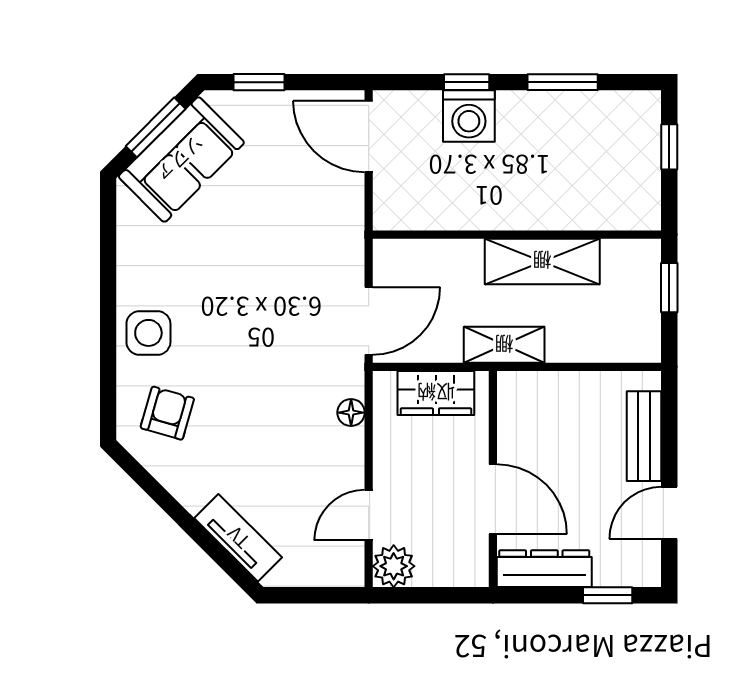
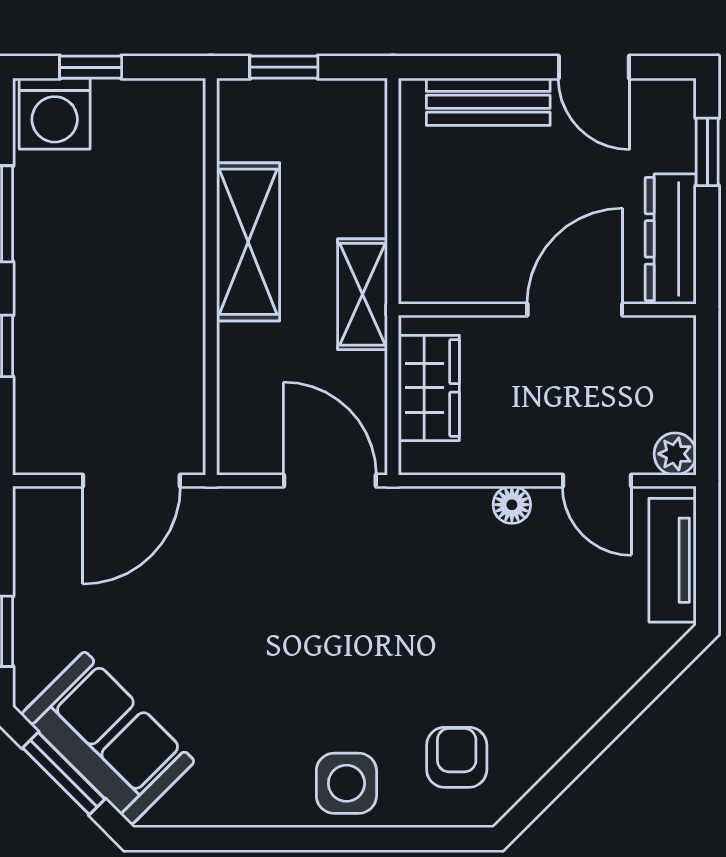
washing machine: (469, 116) -> (55, 114), moved, turned 90
door: (369, 137) -> (131, 481), moved
armchair: (167, 413) -> (457, 757), turned 74
floor lamp: (351, 413) -> (512, 505), moved
tv unit: (238, 538) -> (672, 560), moved, turned -45
plant: (394, 566) -> (675, 454), width x0.73, depth x0.73

